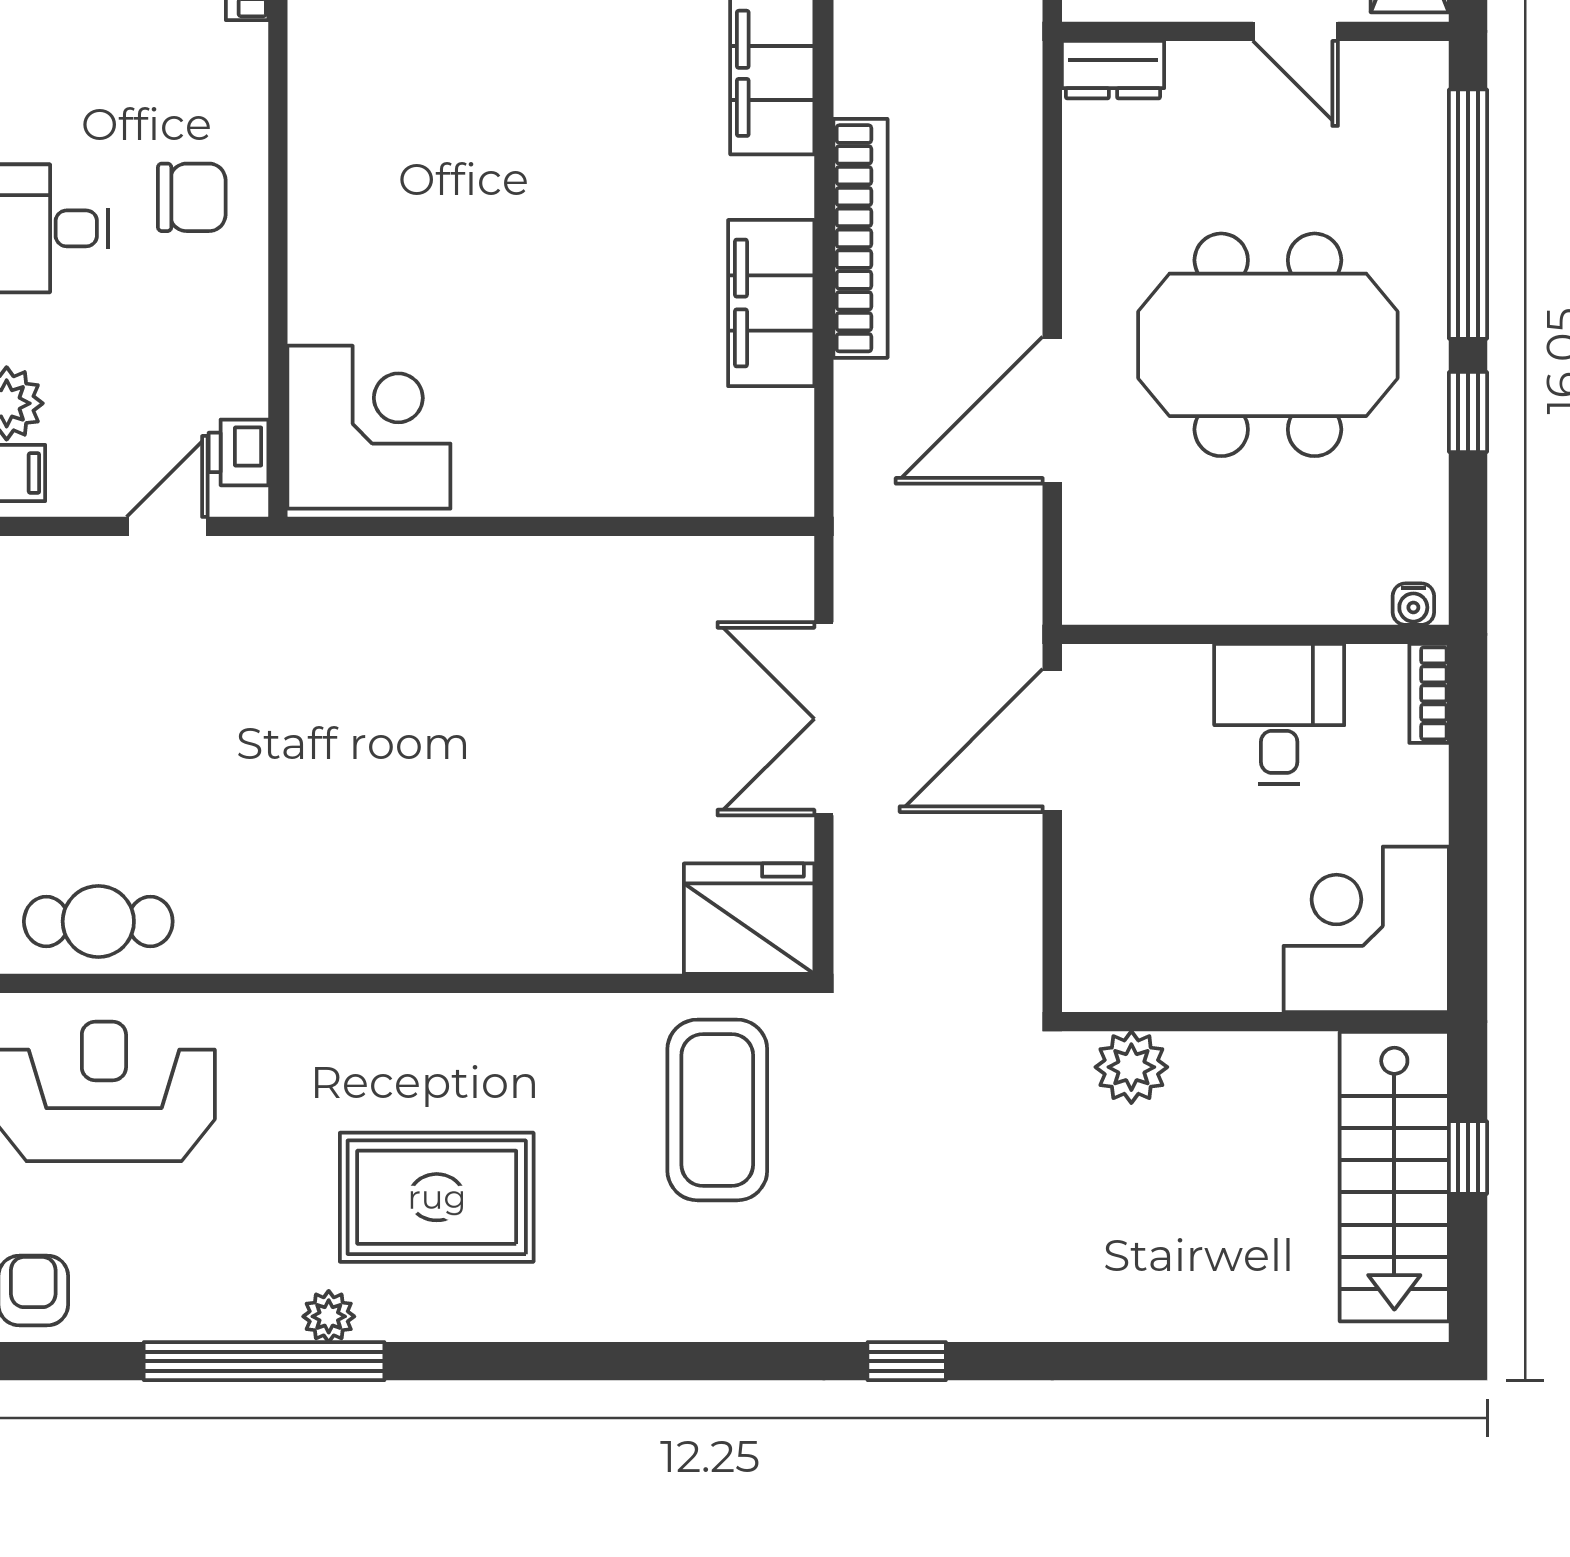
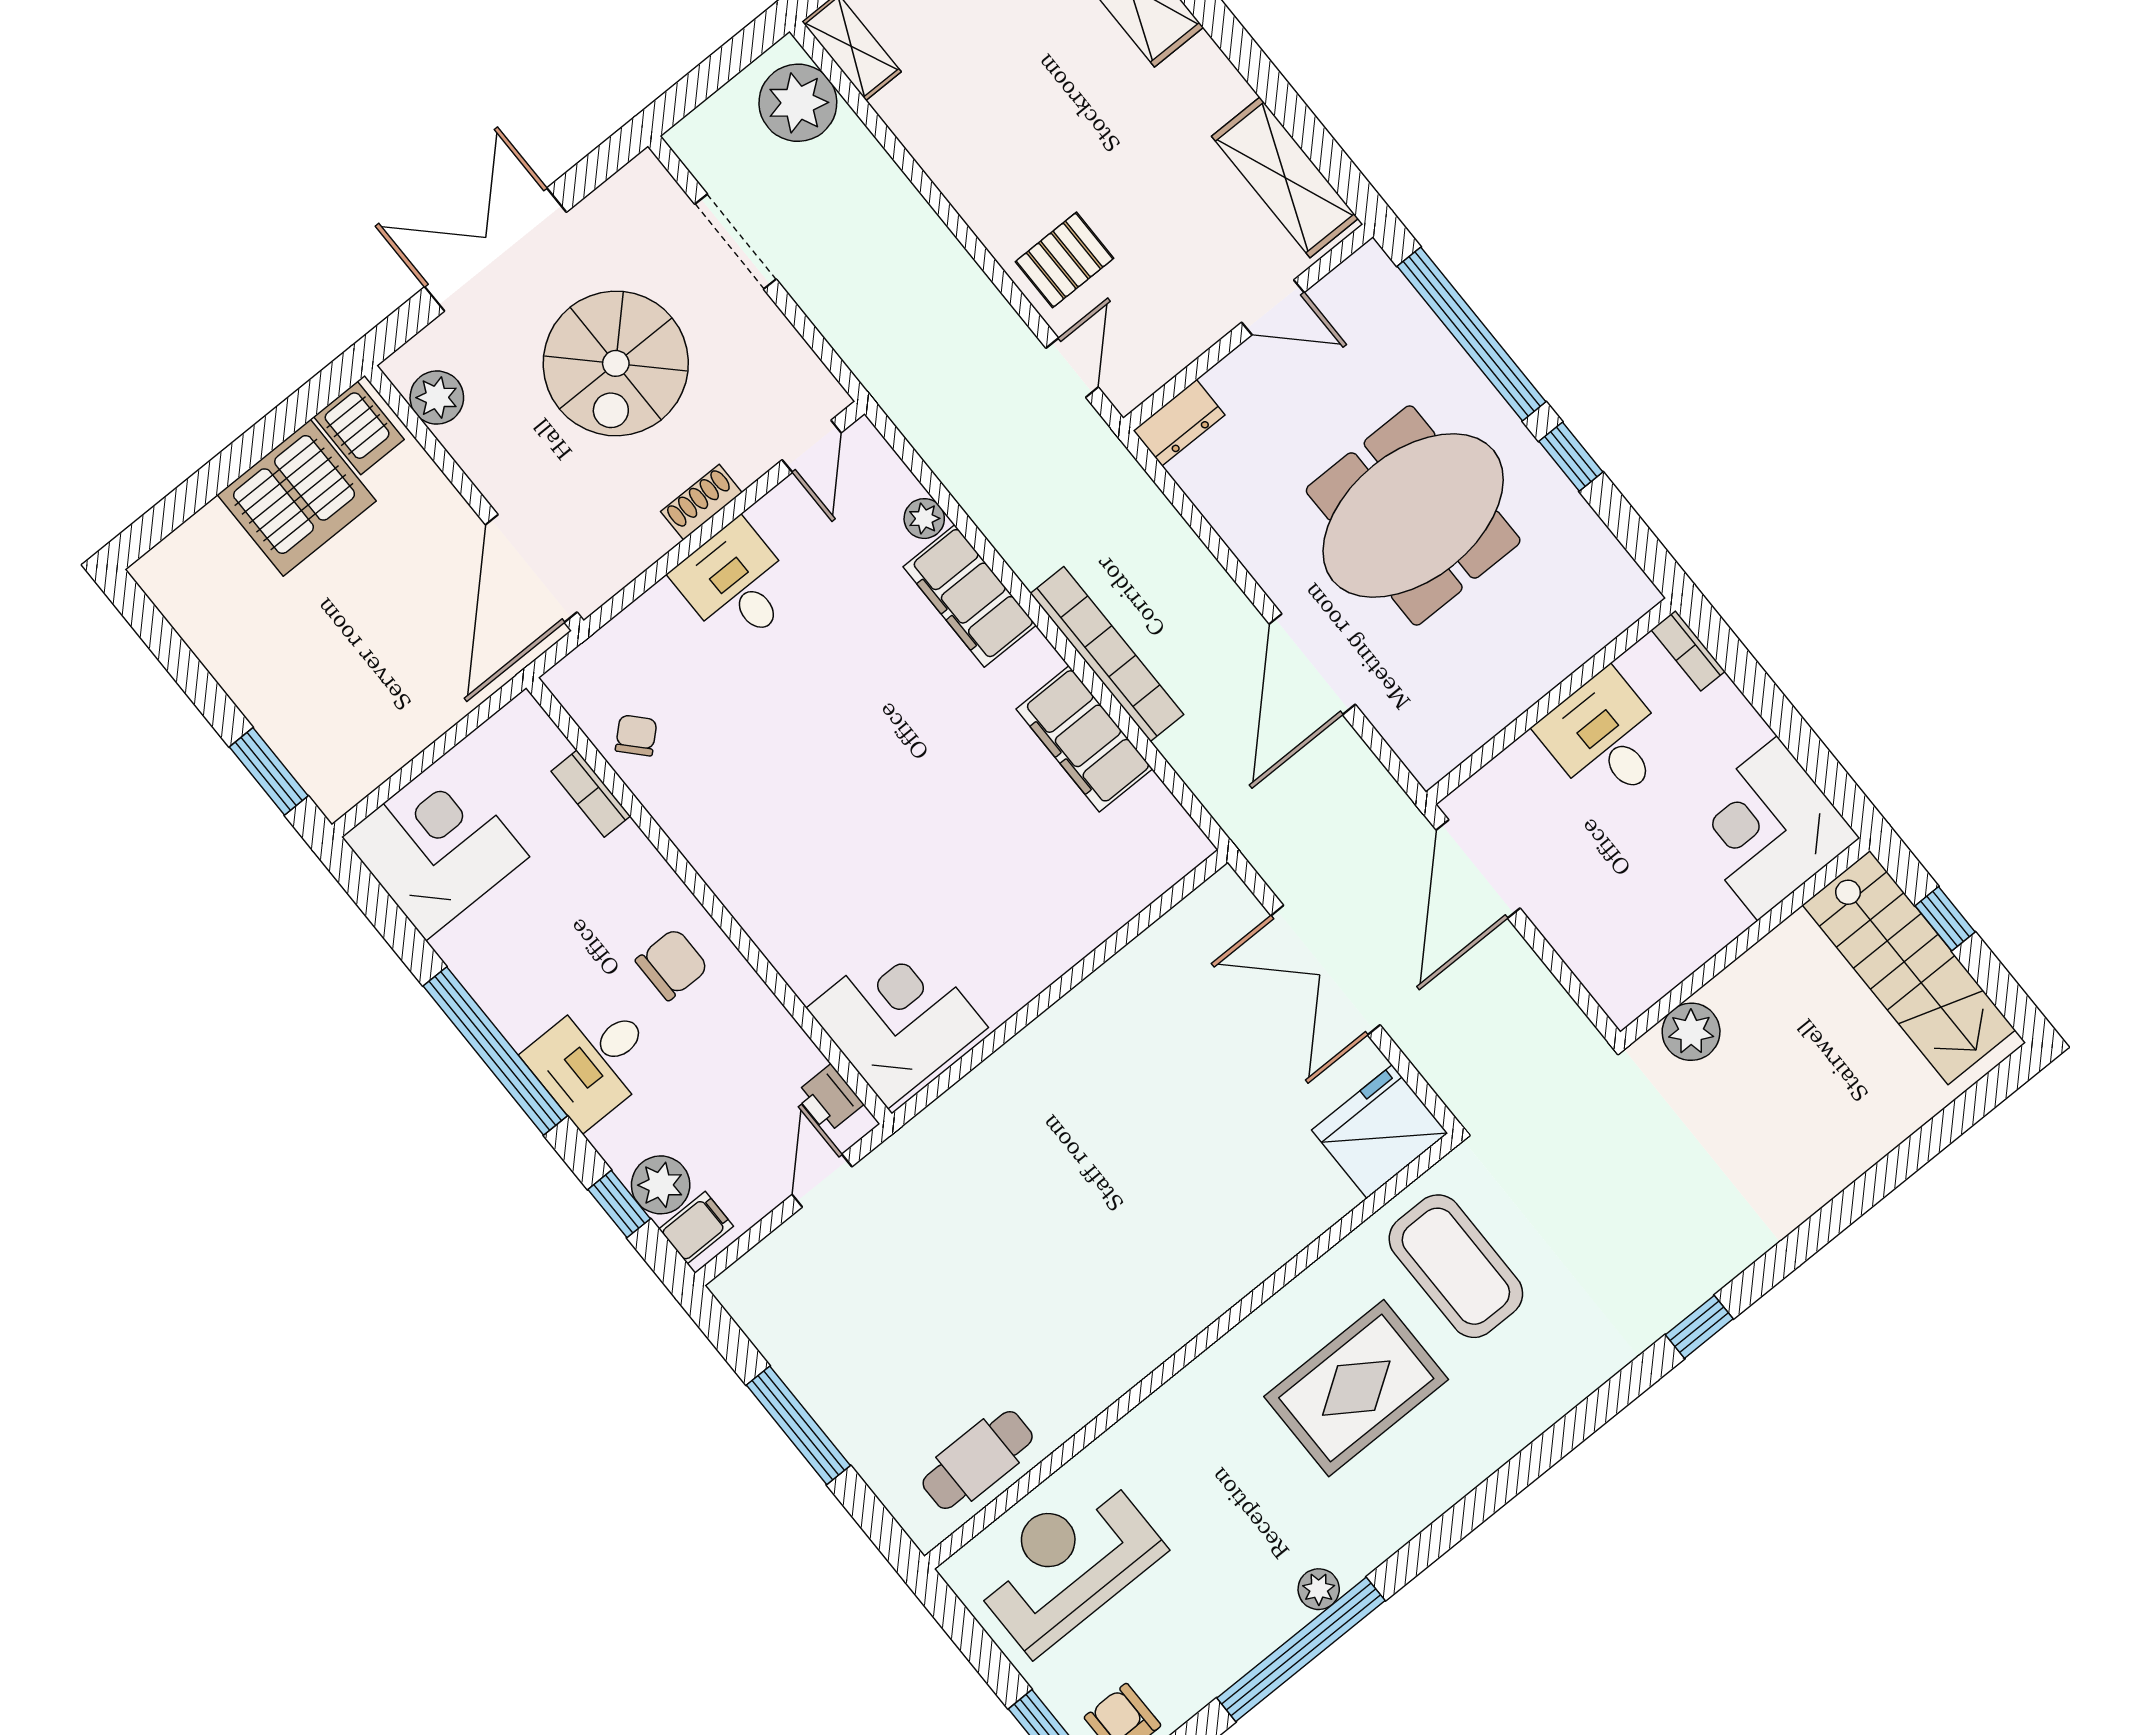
water cooler: (1413, 604) -> (1633, 603), removed
rug: (437, 1197) -> (1356, 1388), moved

